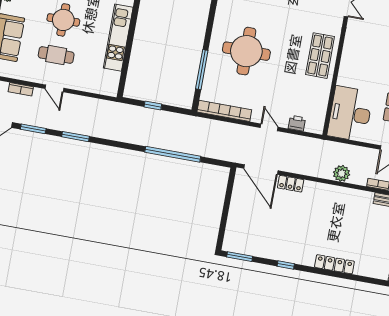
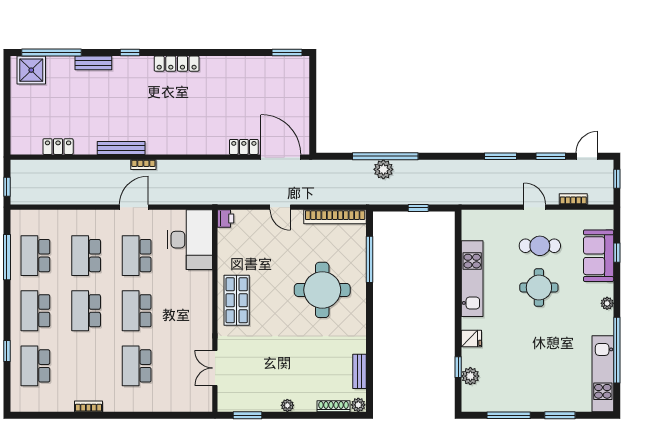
printer: (297, 123) -> (226, 219), moved, turned -90
plant: (342, 173) -> (383, 169), moved
window: (286, 265) -> (130, 53), moved

